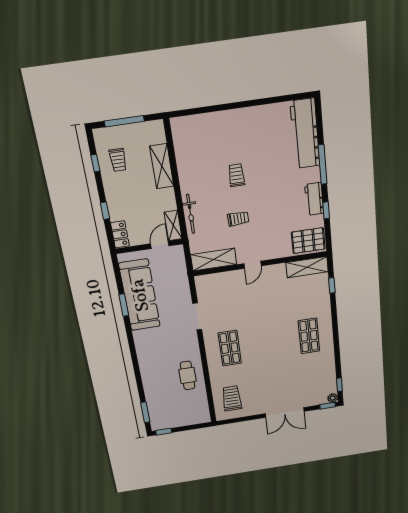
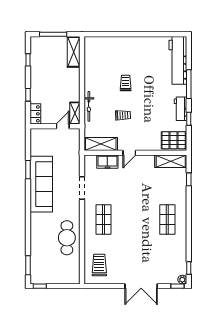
trolley: (118, 160) -> (44, 60), removed
shelving: (162, 166) -> (74, 52), moved
freezer: (225, 280) -> (107, 162), added
sofa: (140, 295) -> (41, 184), moved
cafe table: (188, 375) -> (67, 238), width x1.37, depth x1.35

